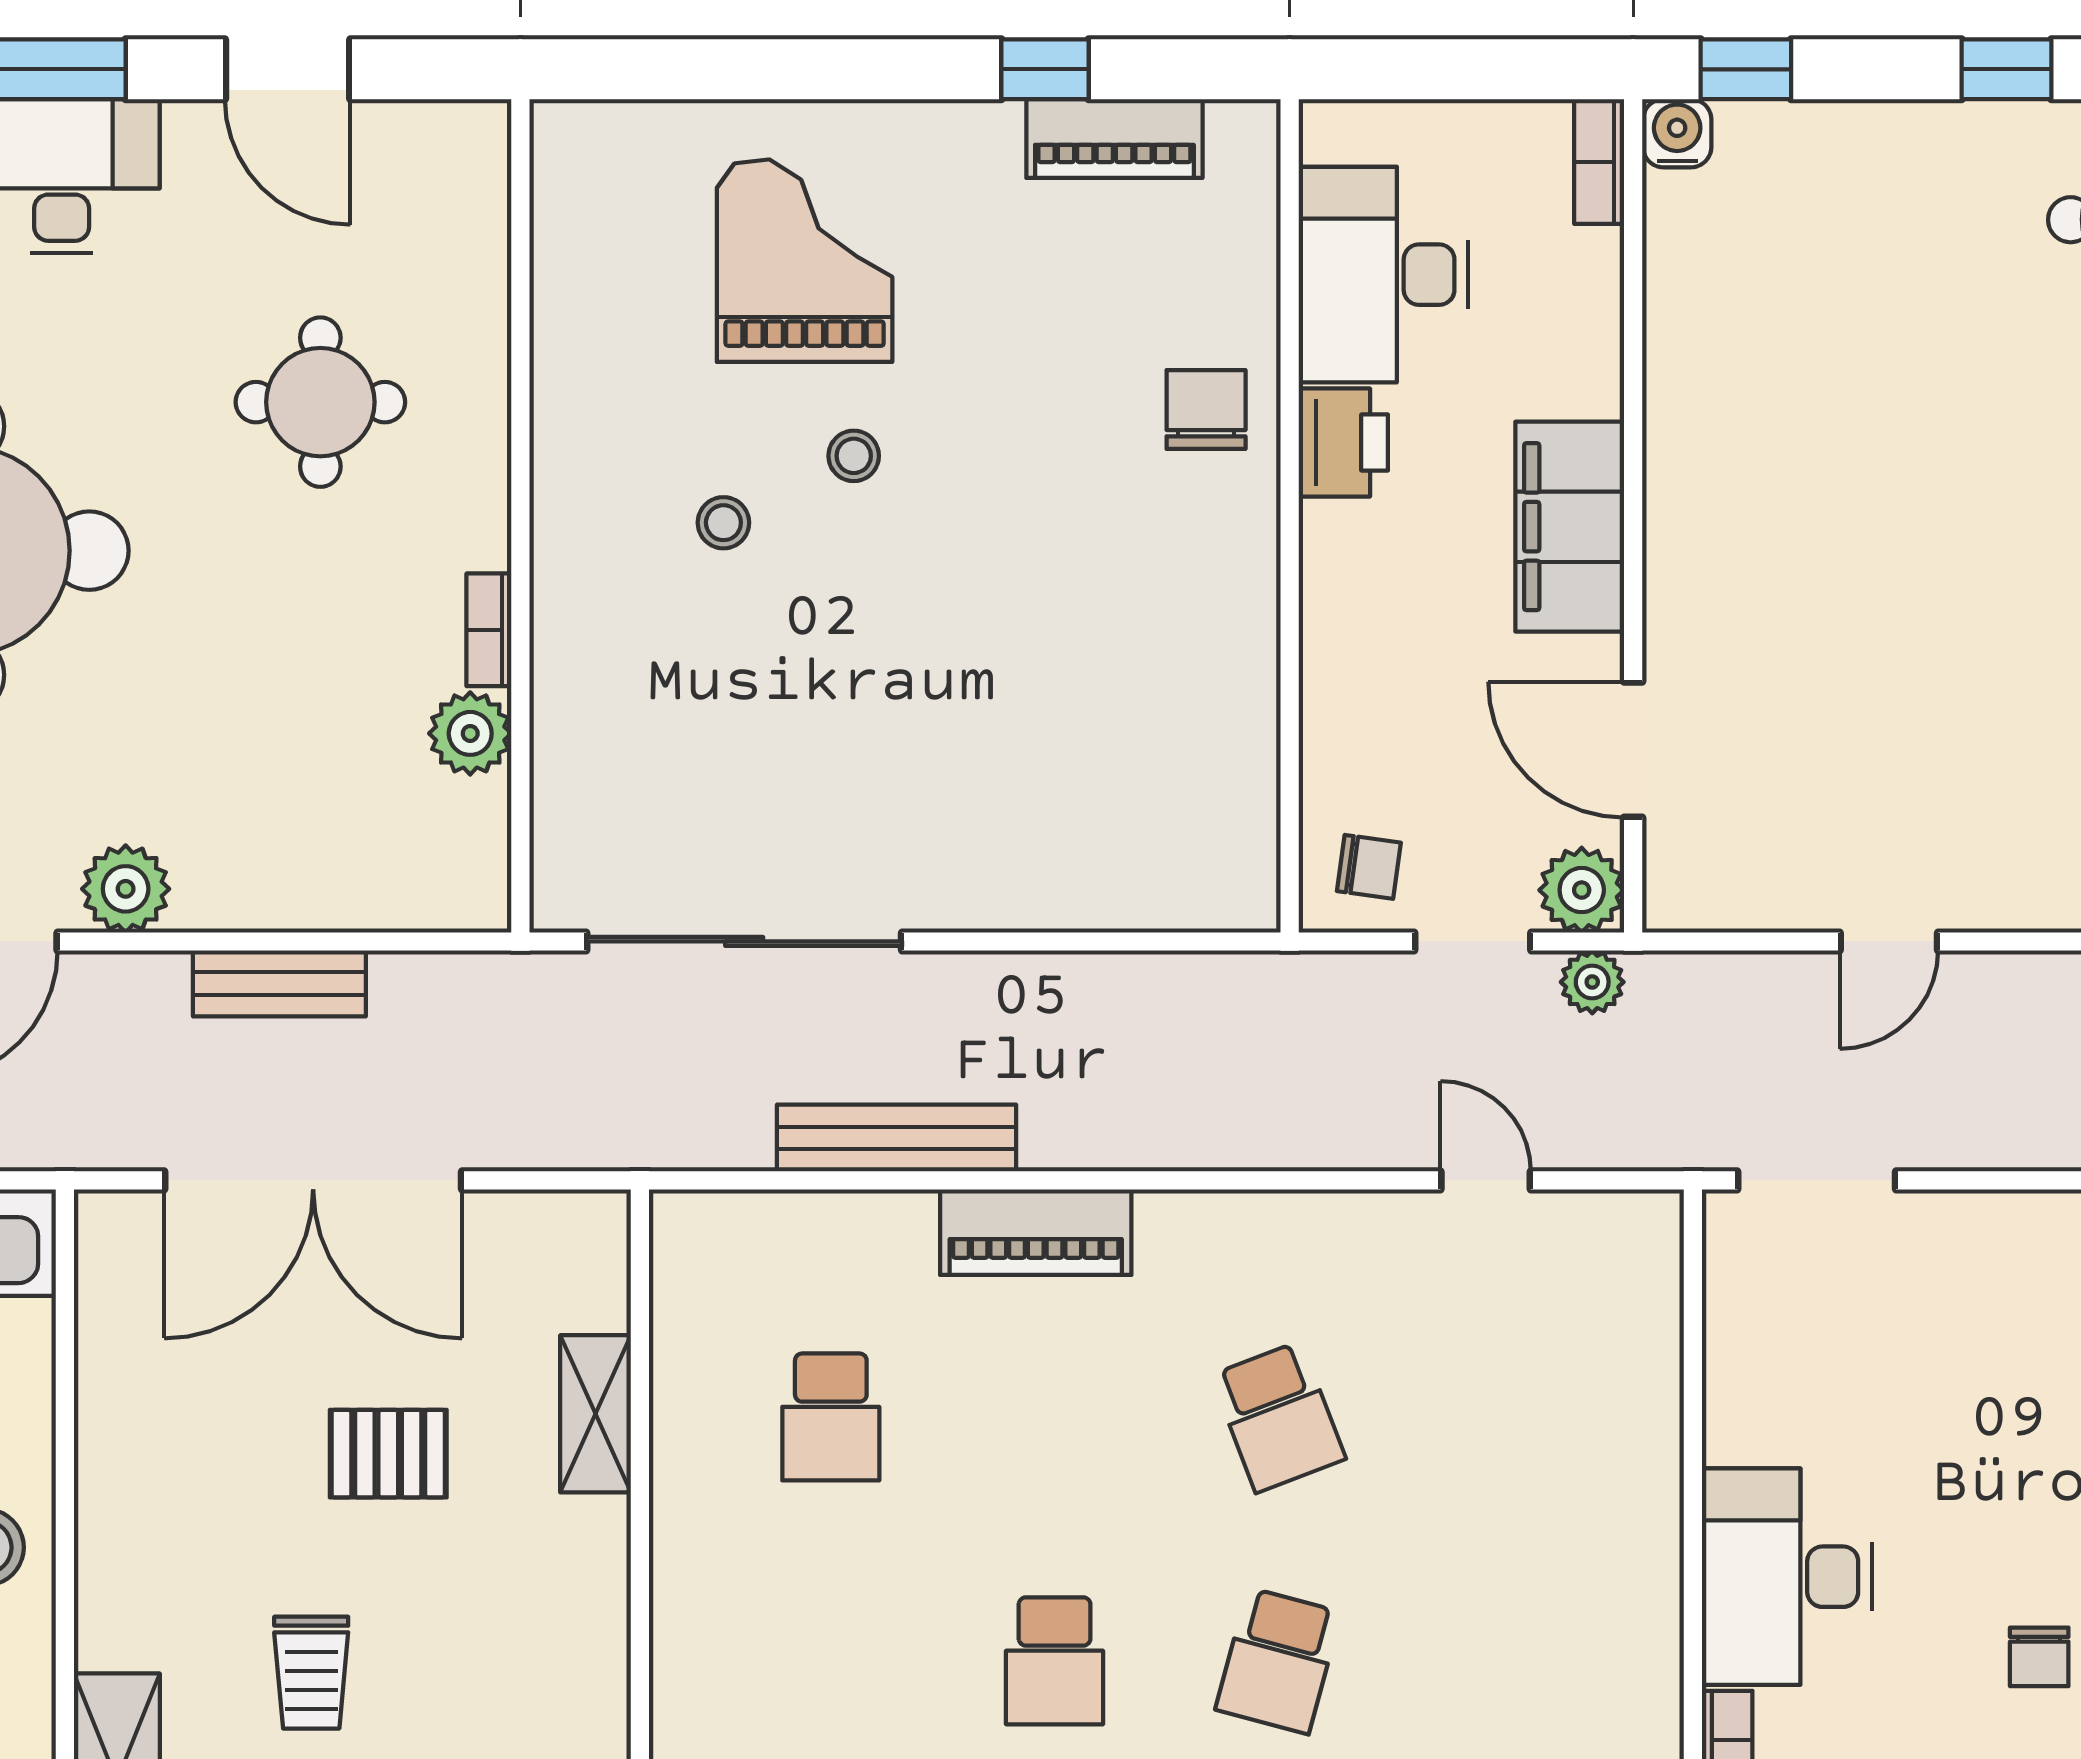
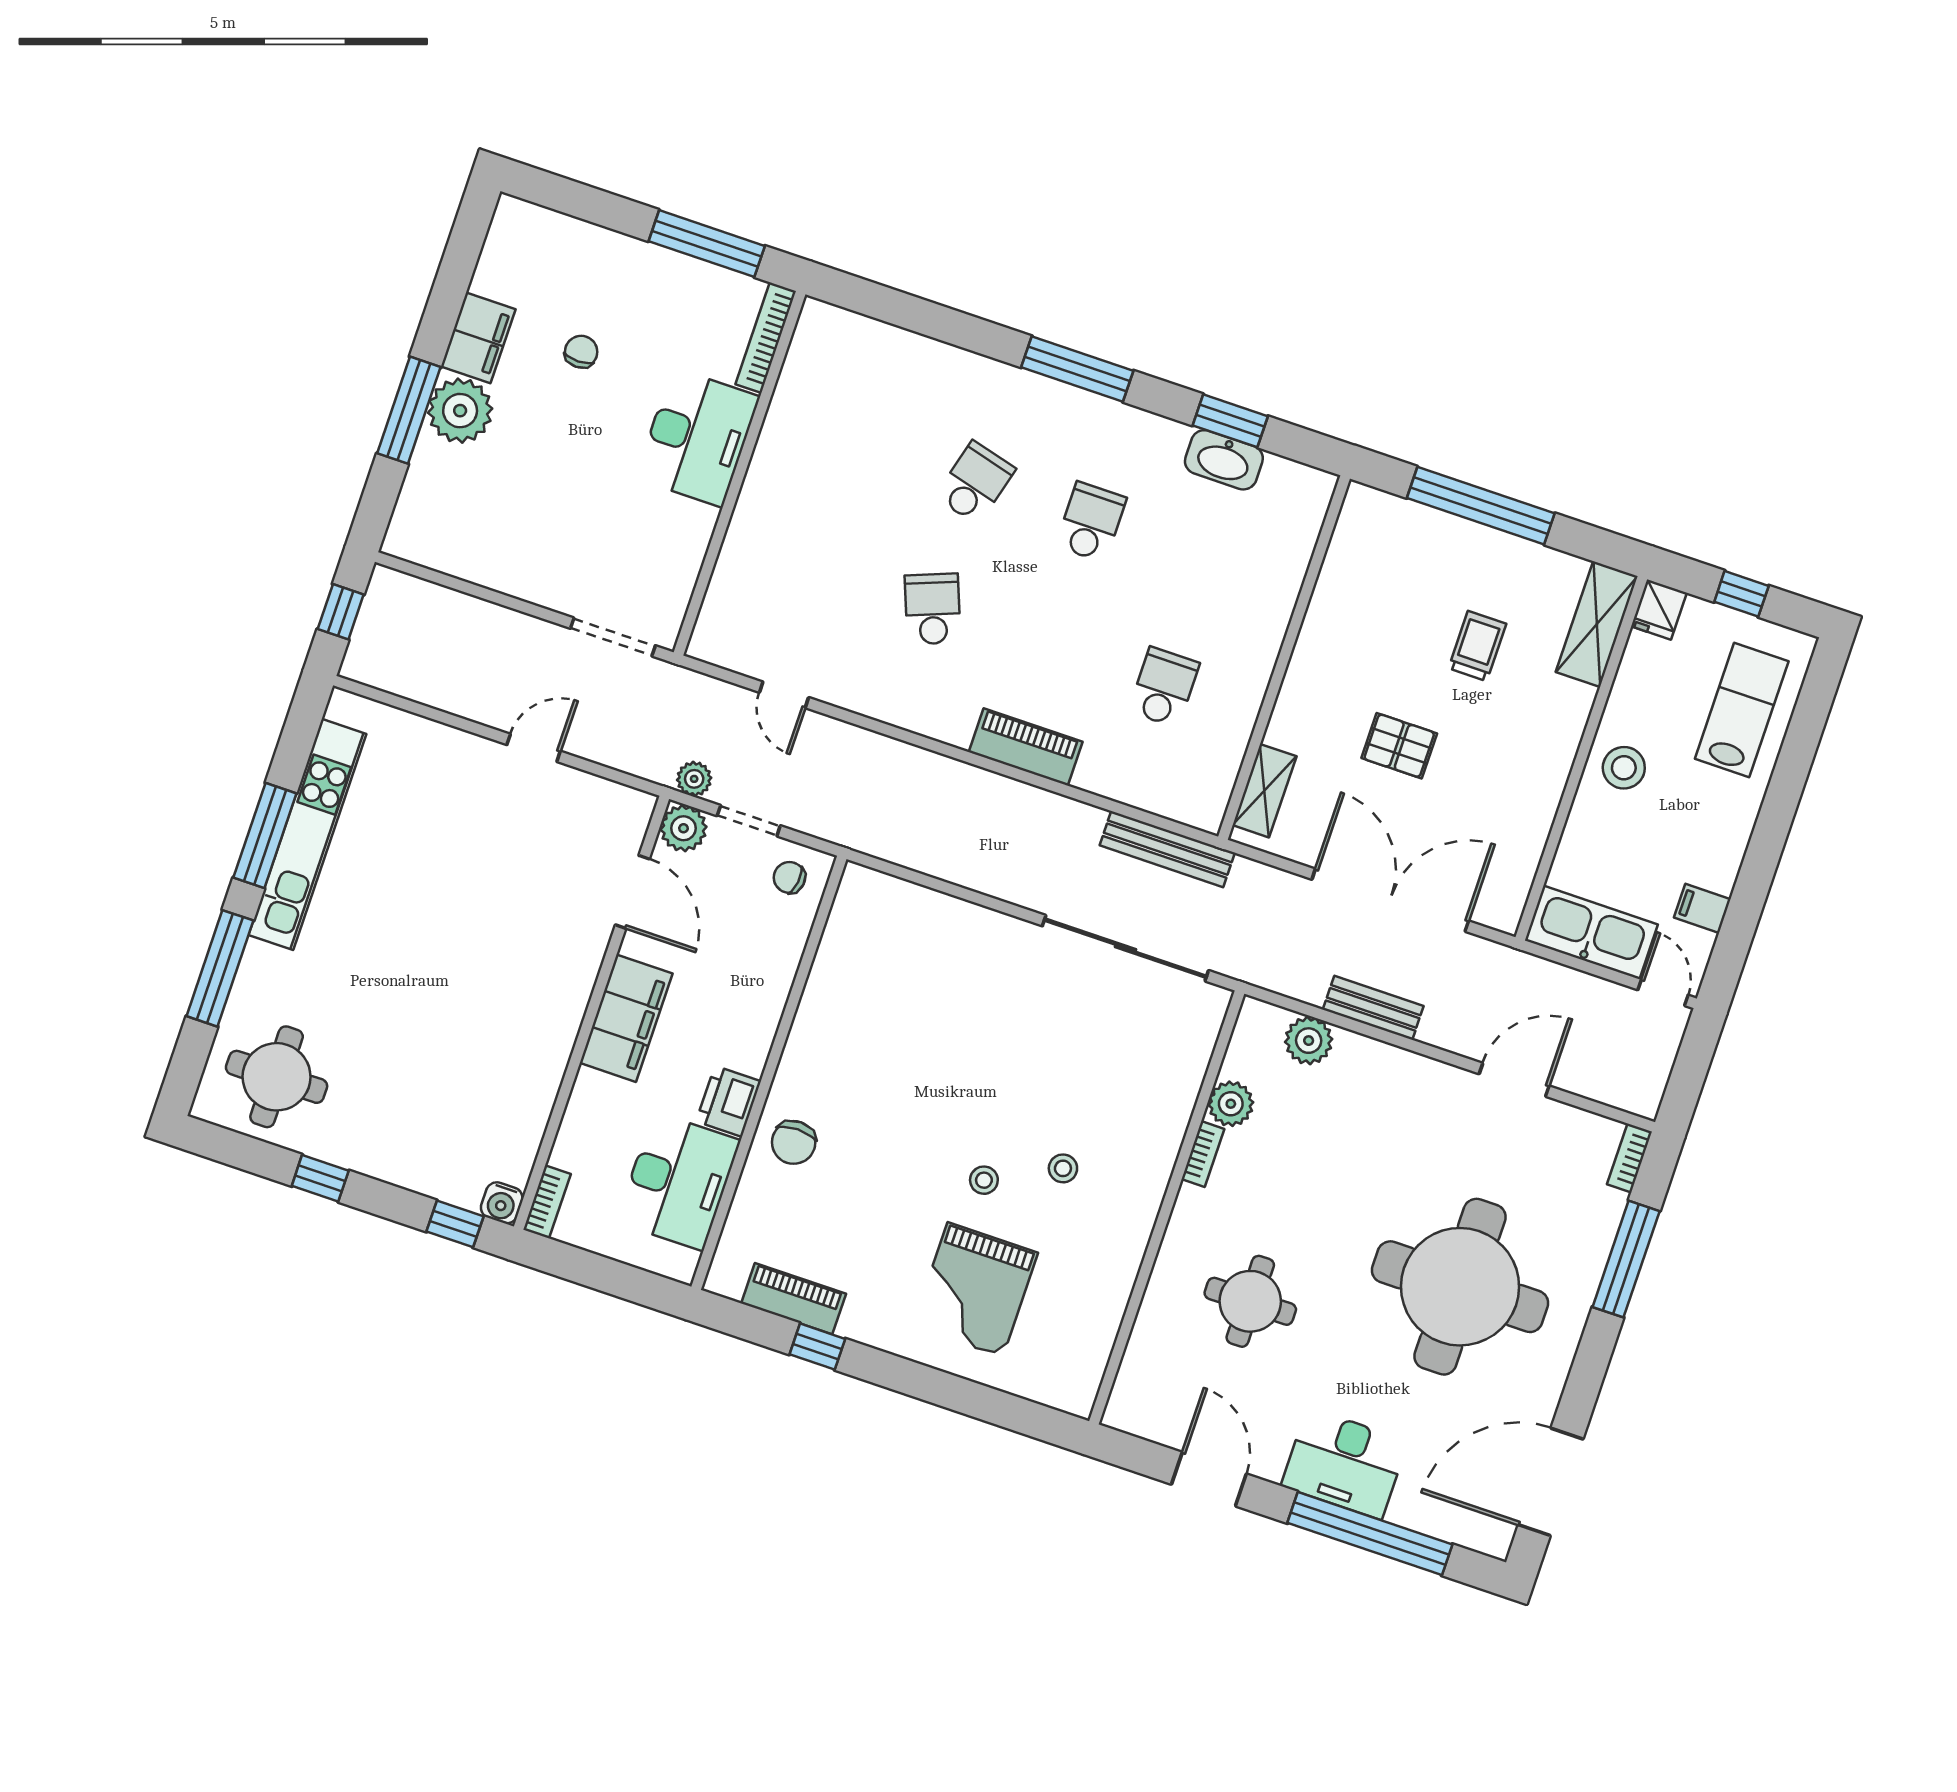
plant: (126, 889) -> (1309, 1041), moved
bench: (896, 1138) -> (1167, 849), moved
shelving: (596, 1414) -> (1264, 791), moved

